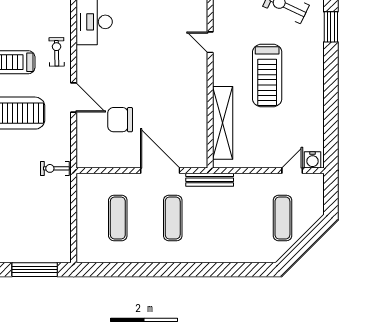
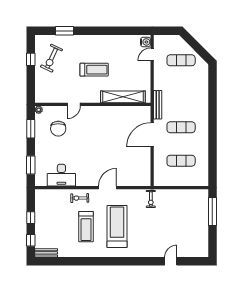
treadmill: (267, 75) -> (94, 70), width x0.73, depth x0.73
chair: (120, 120) -> (58, 129), moved
door: (292, 171) -> (152, 54), hinge flipped

